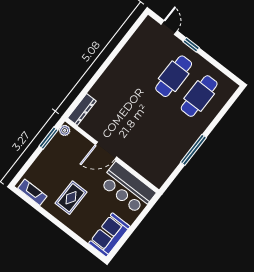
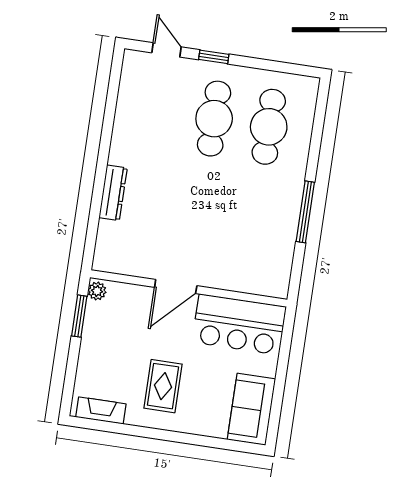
dresser: (82, 110) -> (113, 193), moved

